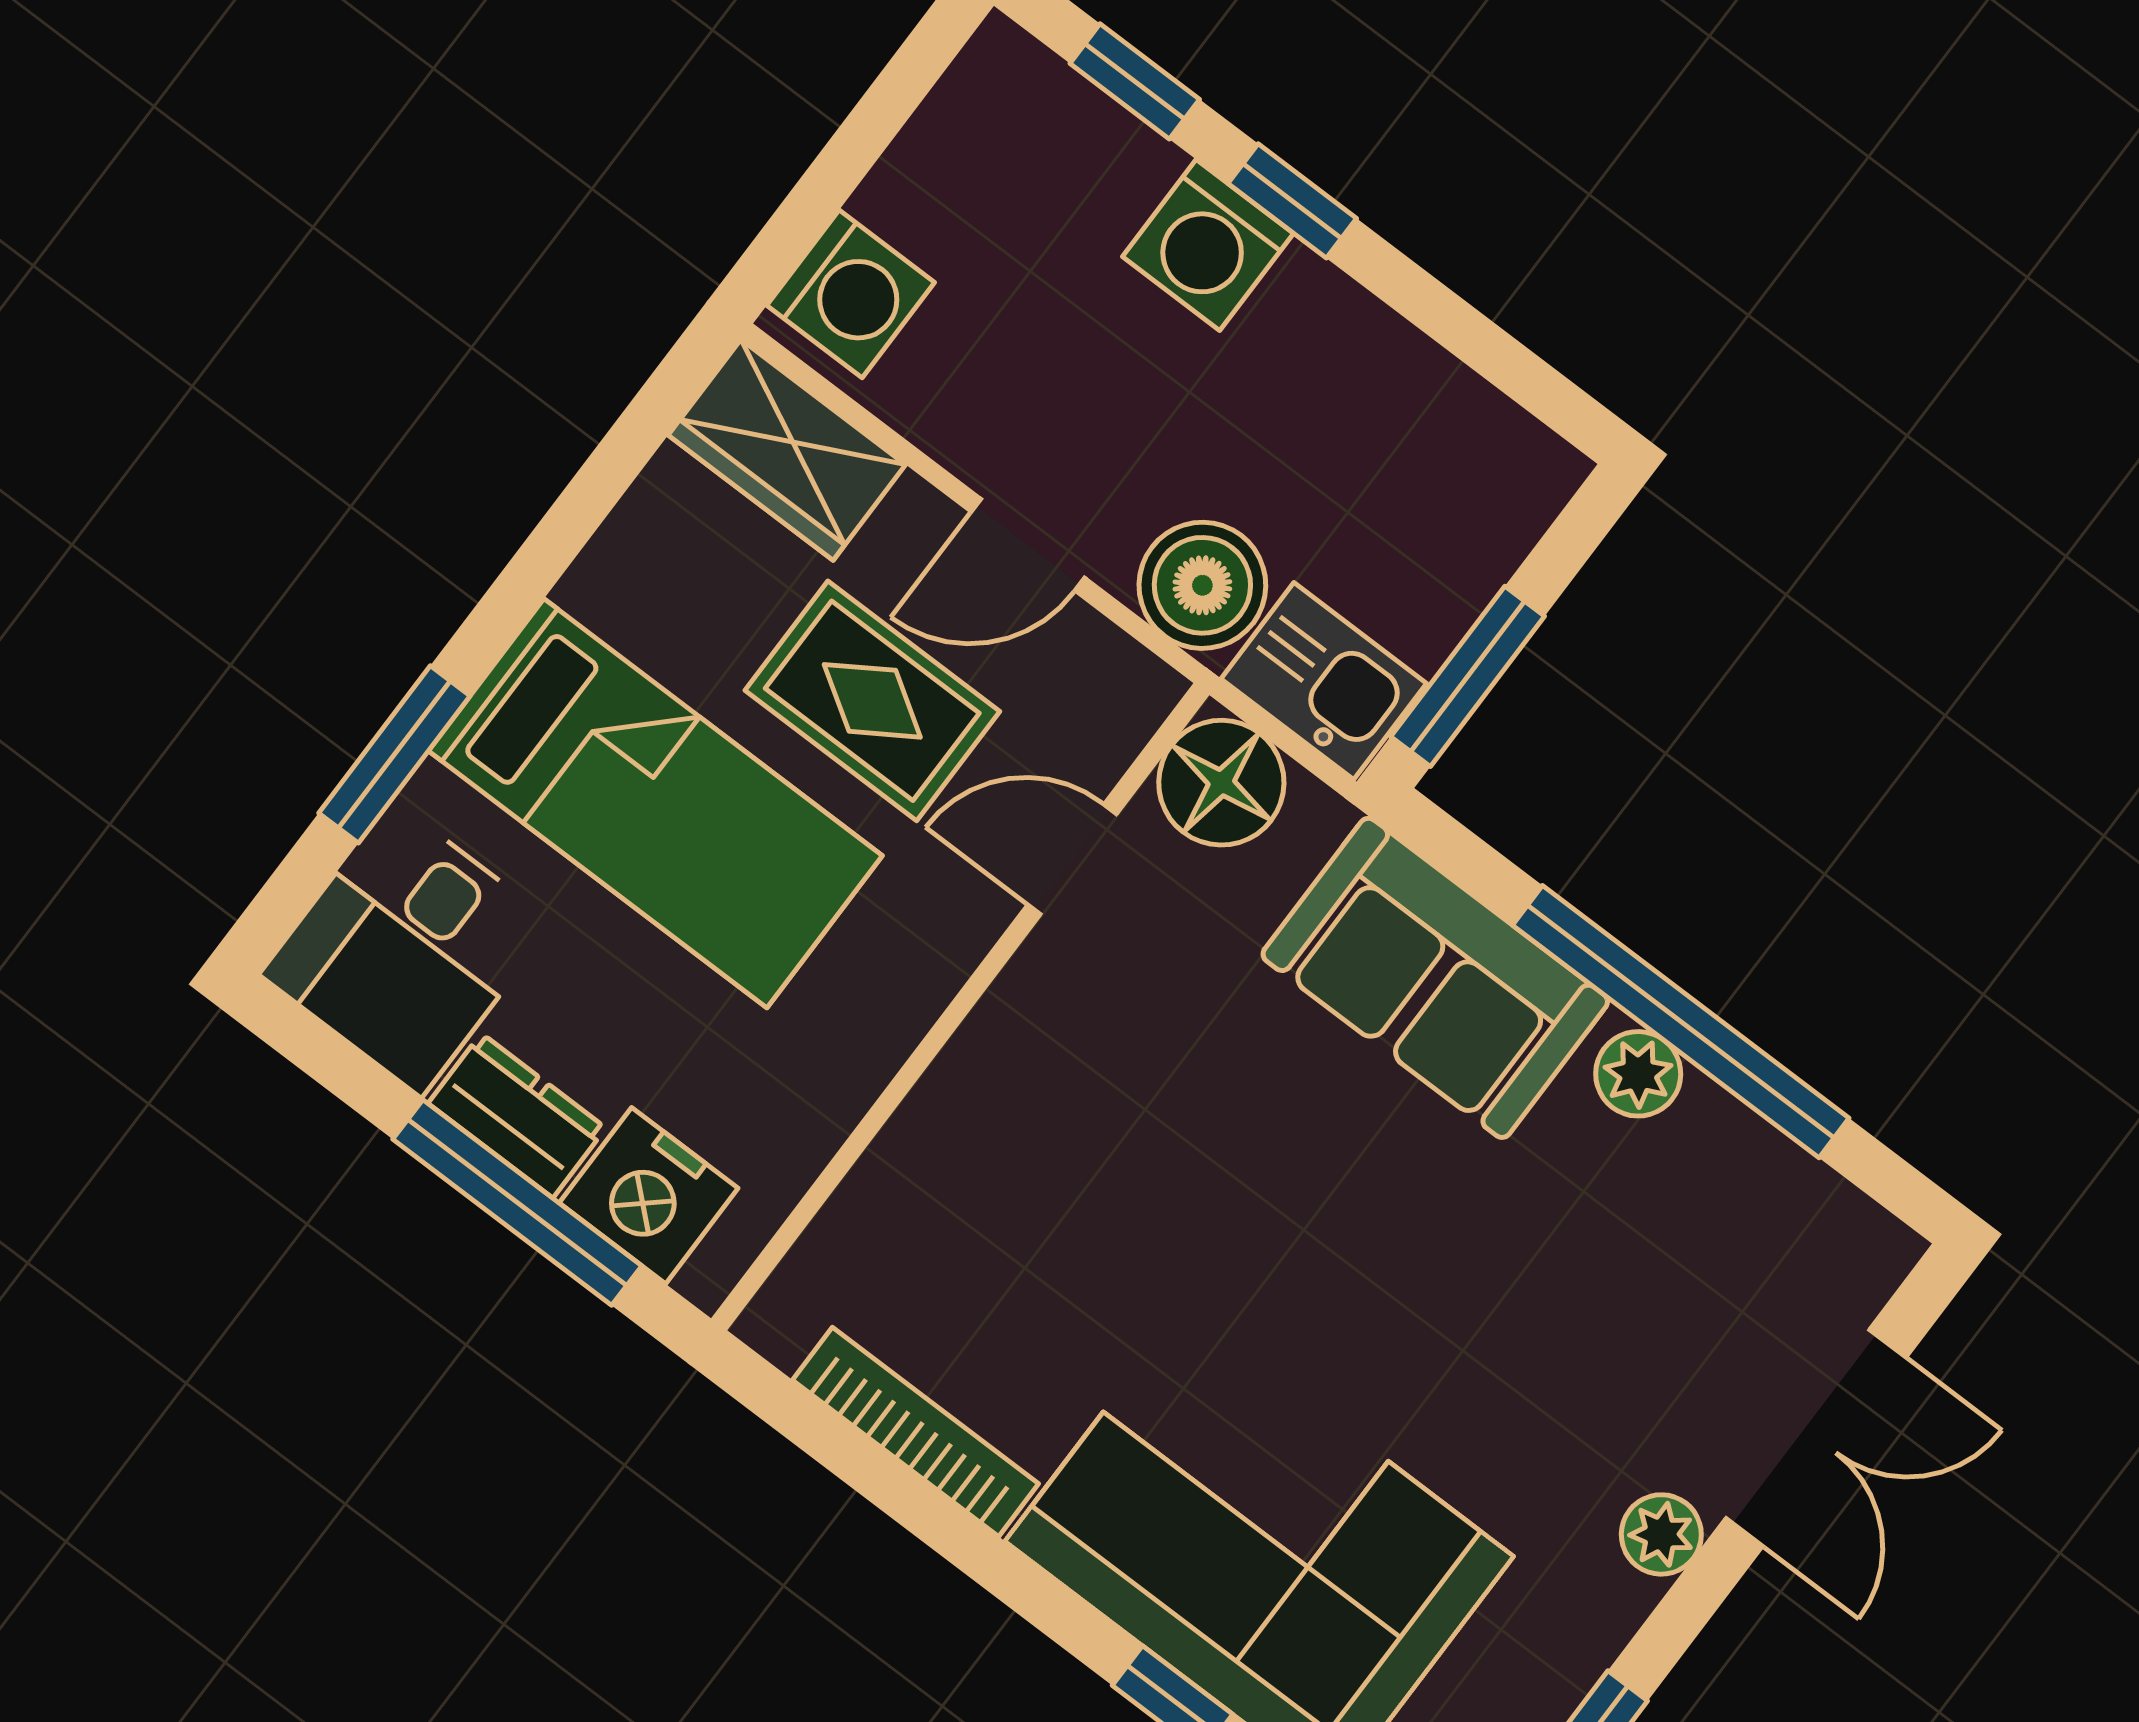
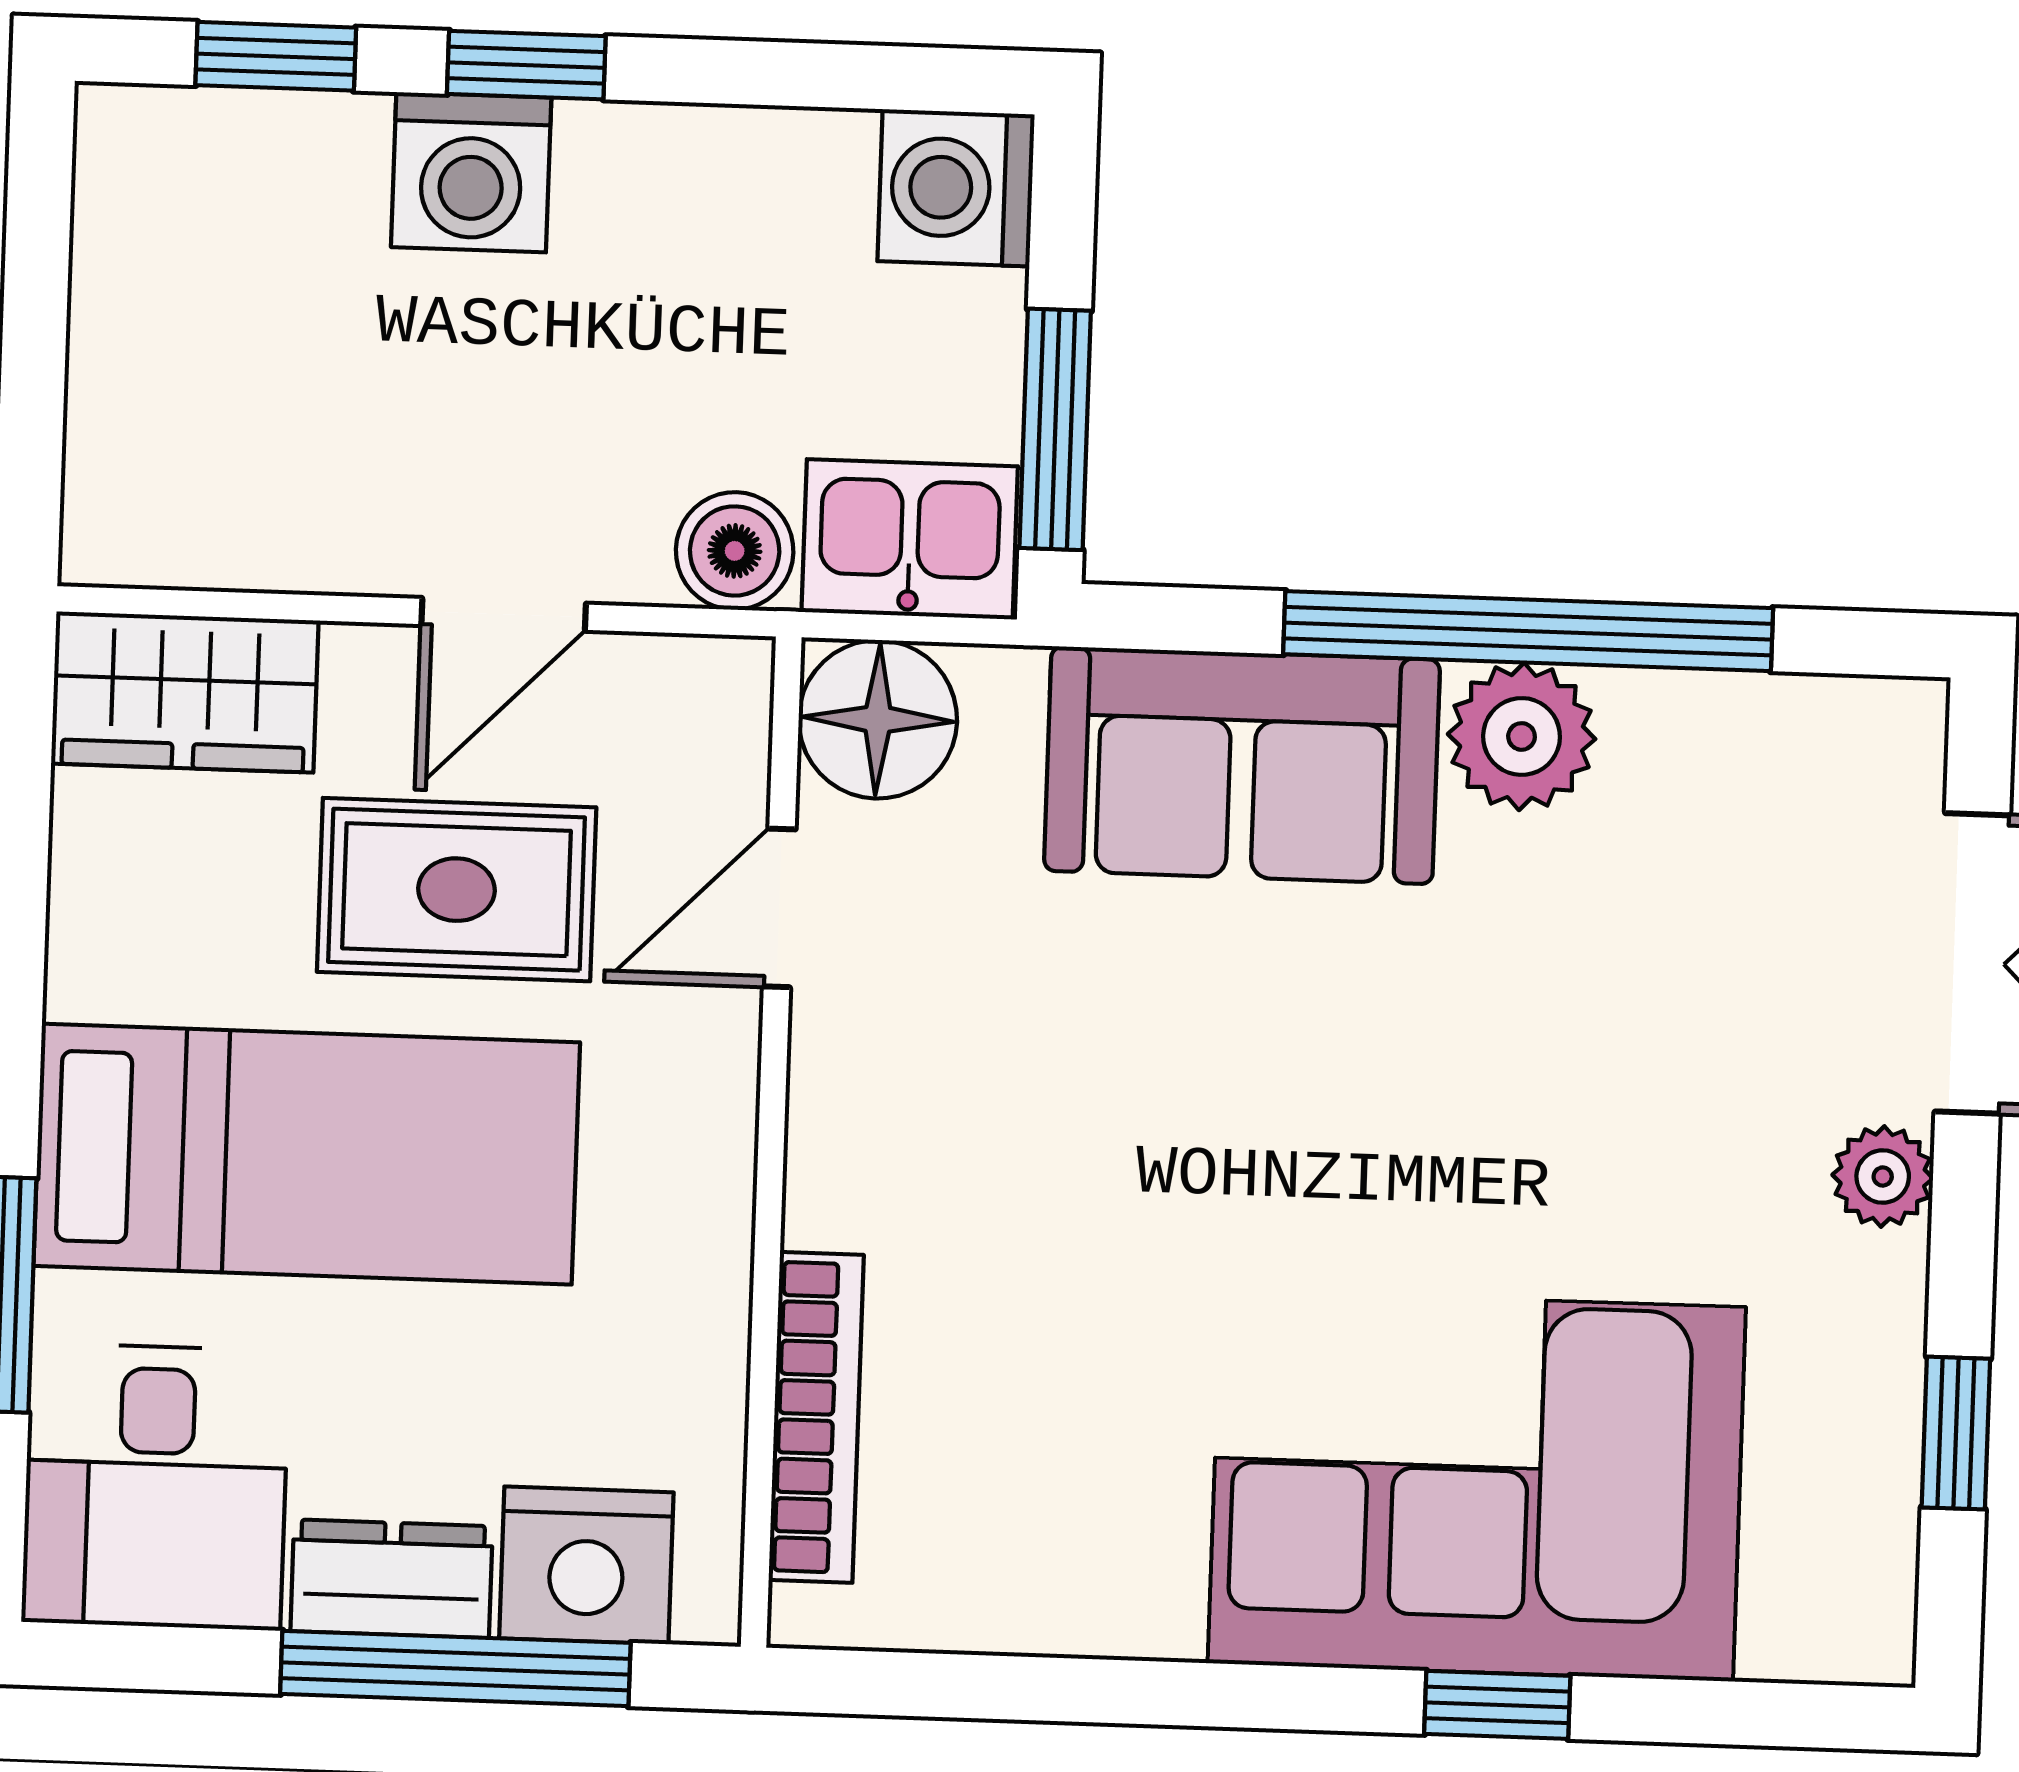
washing machine: (851, 294) -> (956, 188), moved, turned 180
boiler: (1202, 585) -> (735, 551), width x0.73, depth x0.73
plant: (1638, 1074) -> (1522, 736), width x1.38, depth x1.38
bookcase: (916, 1432) -> (816, 1417), moved, turned 90

